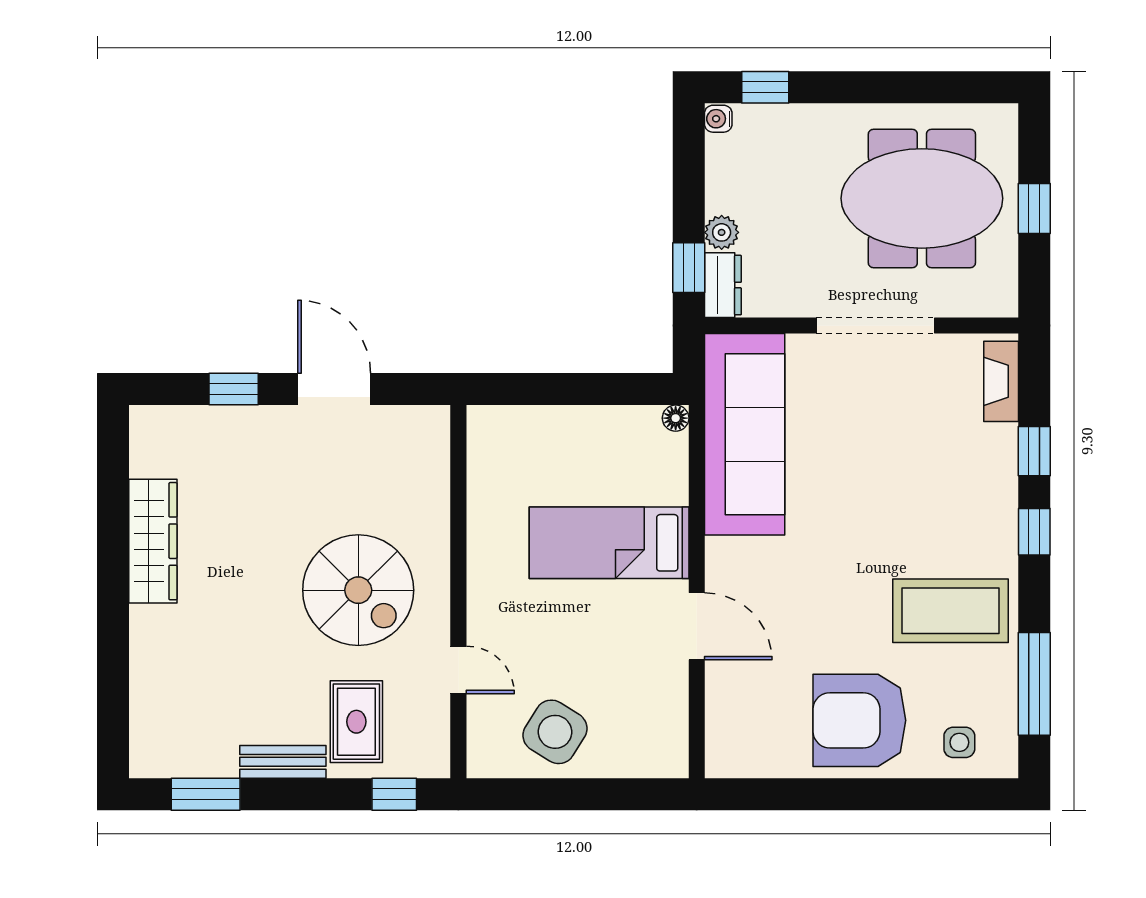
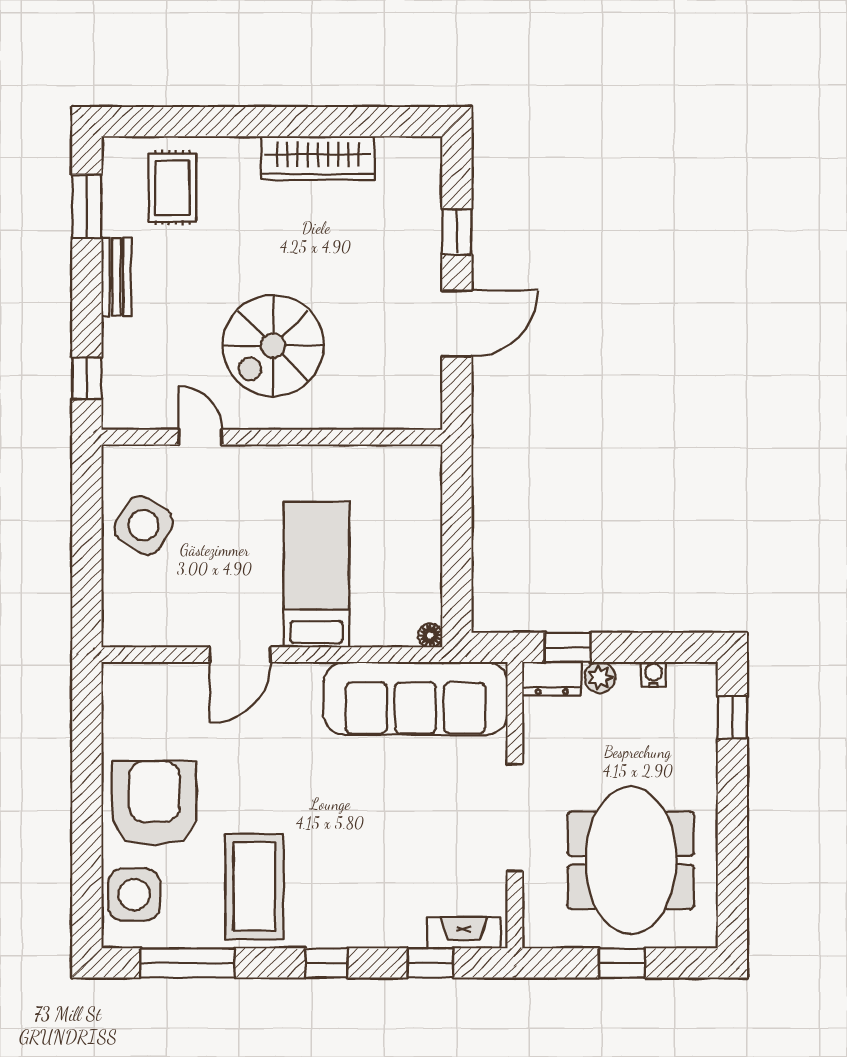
water cooler: (718, 119) -> (653, 674), moved
window: (1034, 451) -> (430, 963), moved
door: (458, 670) -> (200, 437), swing flipped
rug: (356, 722) -> (173, 188), moved, turned 90
side table: (959, 742) -> (134, 895), width x1.87, depth x1.87

